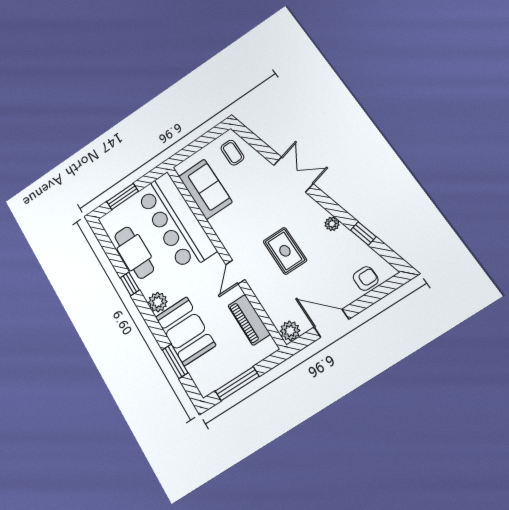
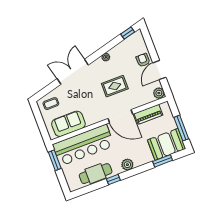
double door: (293, 174) -> (73, 72), width x1.37
window: (123, 196) -> (55, 160), moved
window: (363, 233) -> (128, 33), moved
door: (235, 272) -> (120, 116), width x1.87
armchair: (366, 279) -> (143, 60), moved
booth: (185, 331) -> (167, 144), moved

